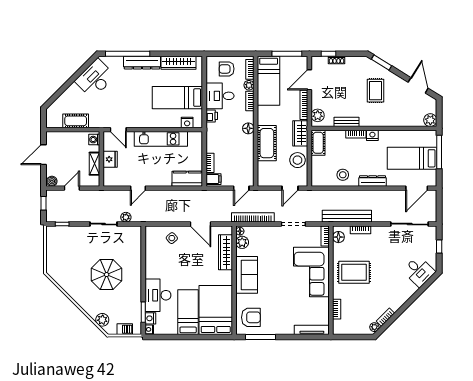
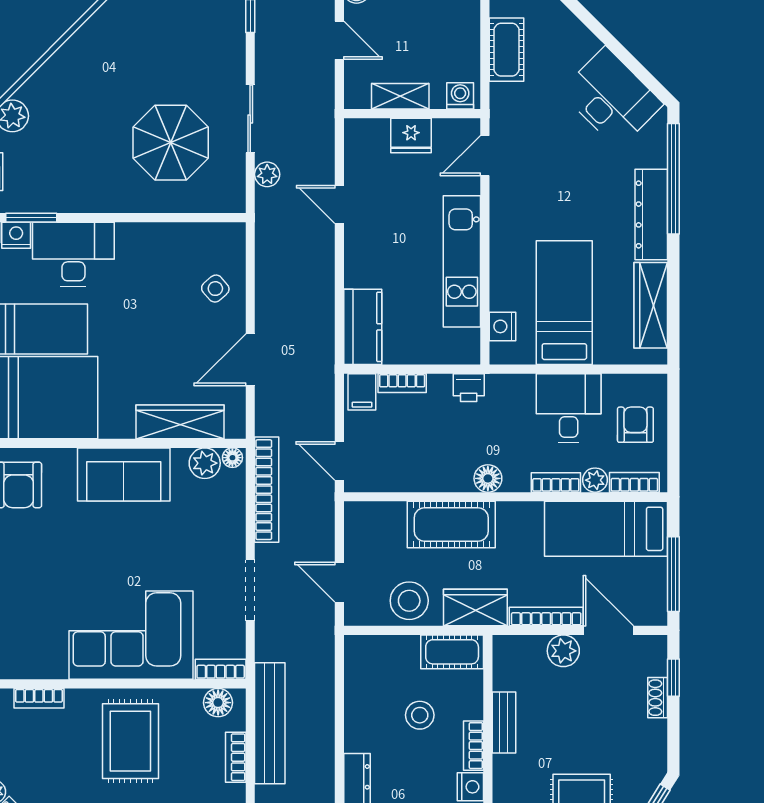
plant: (318, 115) -> (563, 651), moved
printer: (212, 116) -> (469, 388), moved
stool: (343, 175) -> (420, 715), moved
parasol: (107, 275) -> (171, 143), moved

